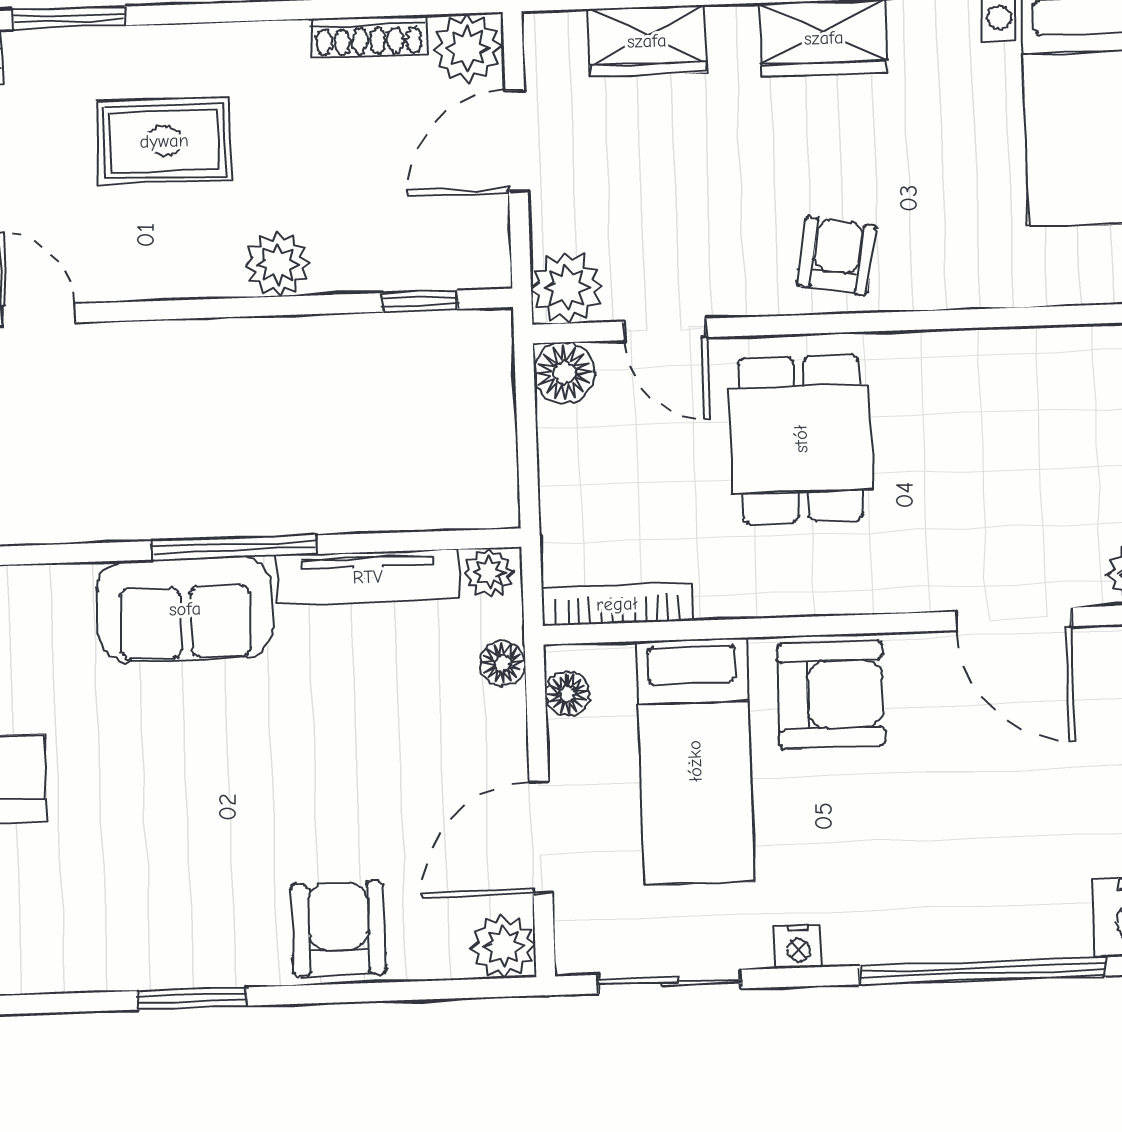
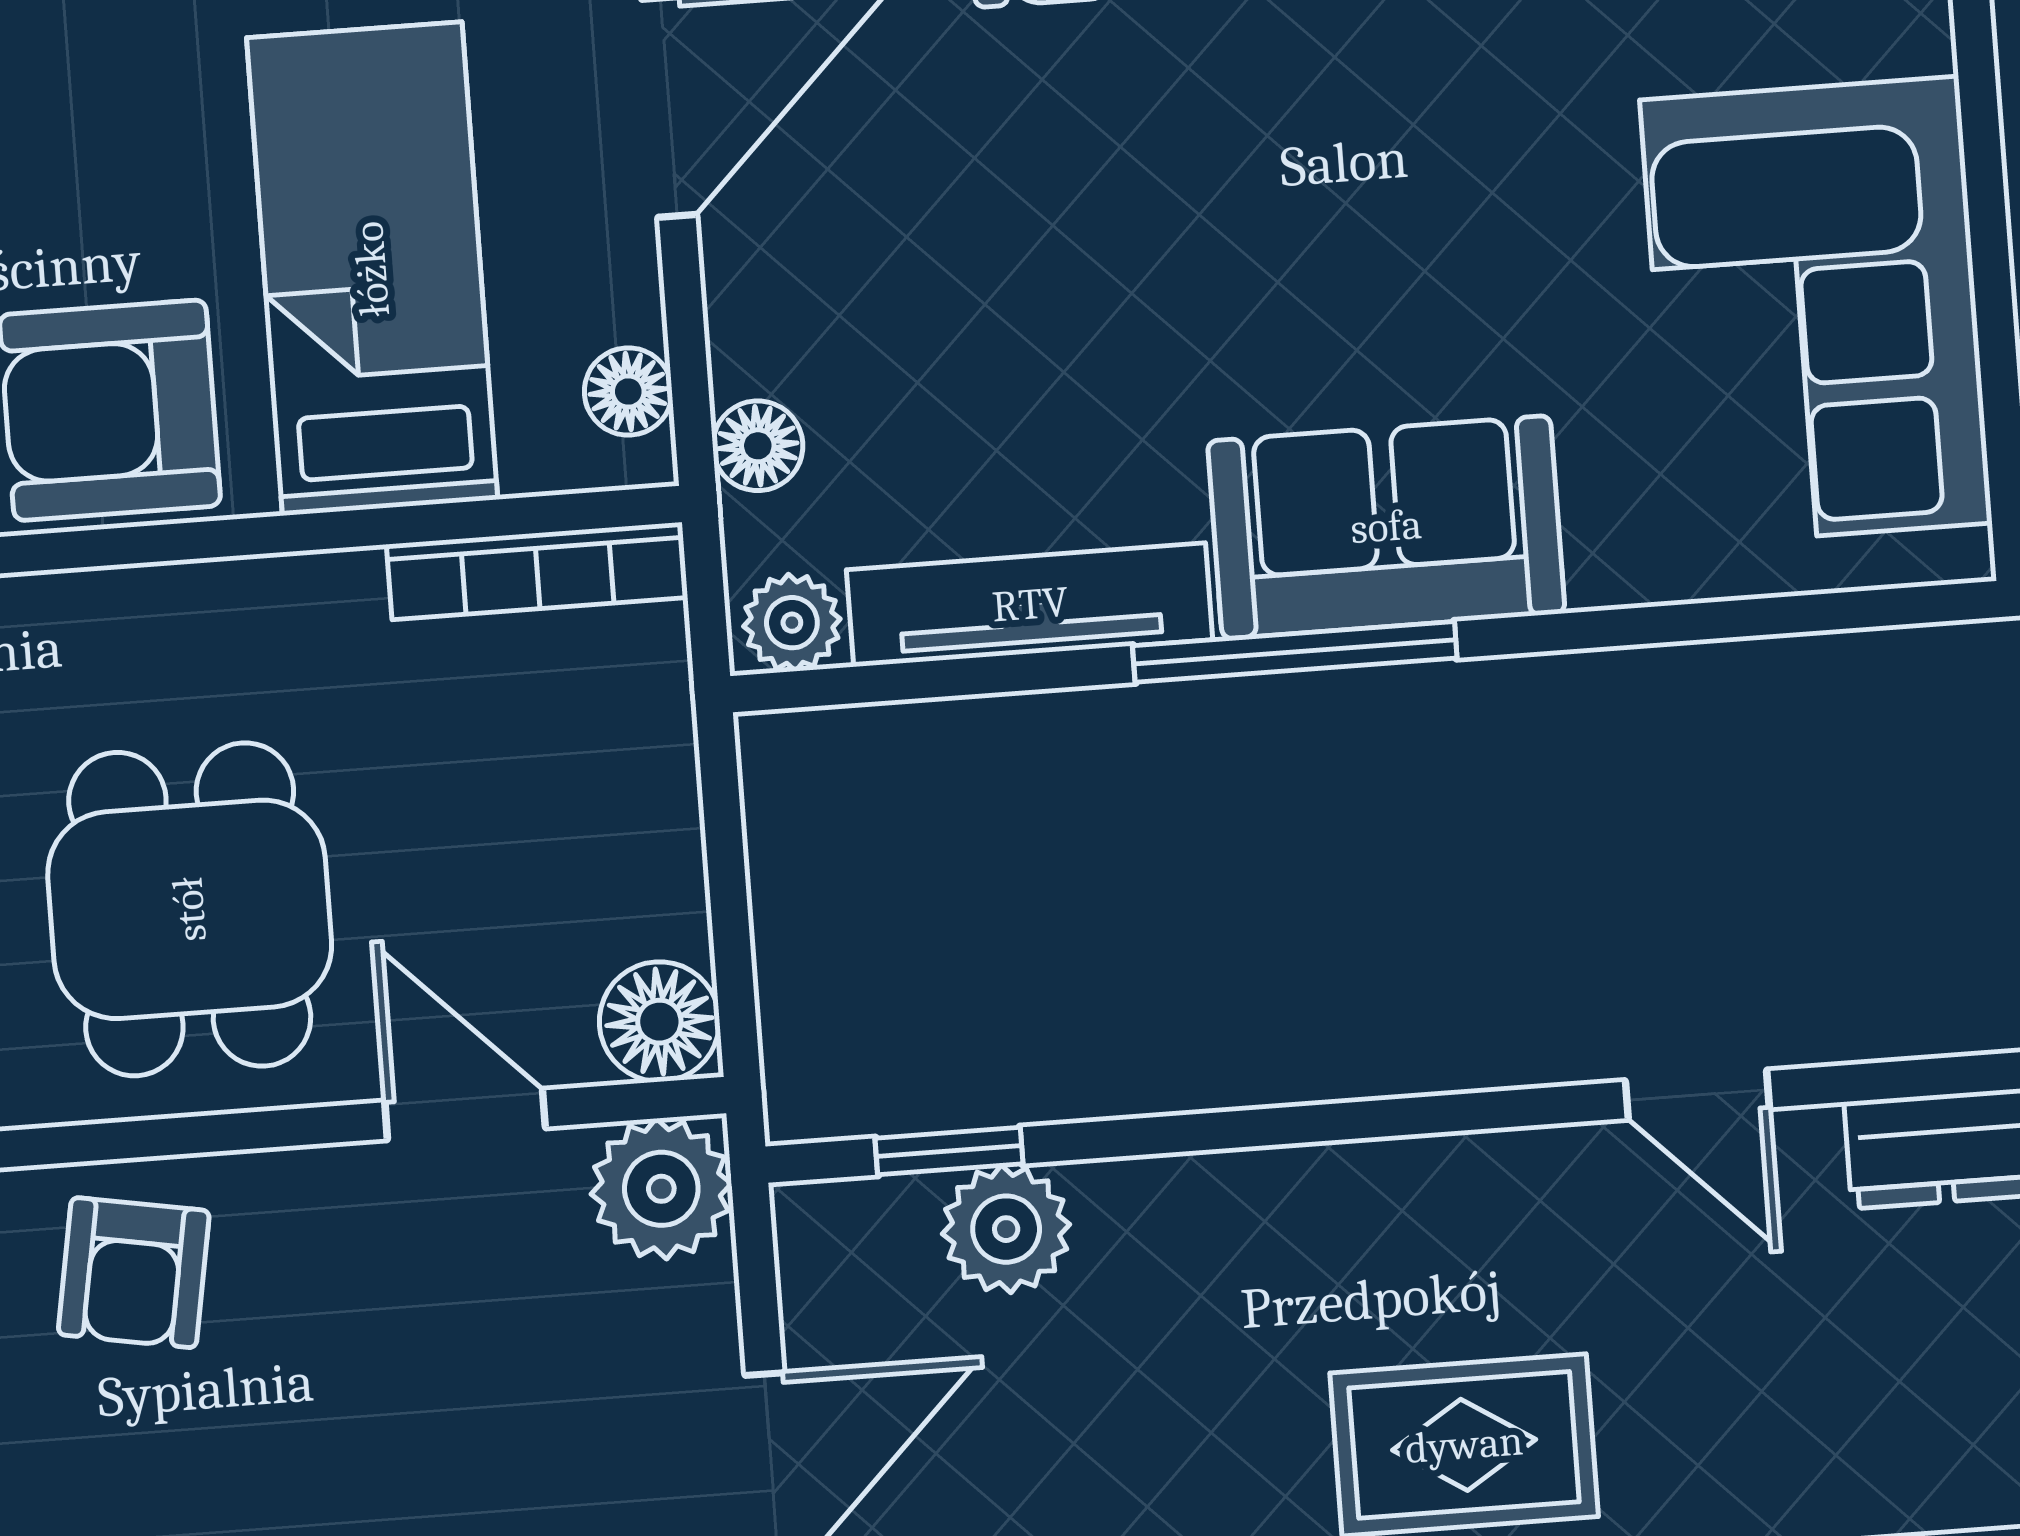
plant: (278, 264) -> (1006, 1229), moved

